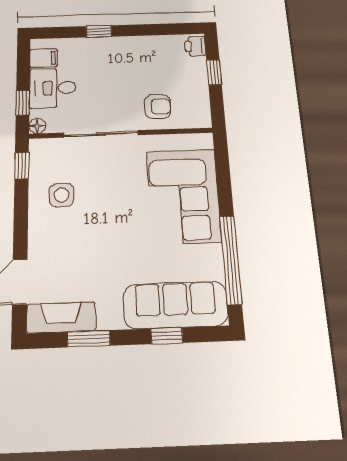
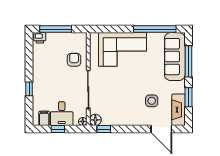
window: (214, 72) -> (56, 29), width x2.17
window: (23, 103) -> (58, 129), moved
floor lamp: (40, 149) -> (95, 120), added
side table: (61, 195) -> (152, 101), moved
window: (167, 336) -> (188, 61), width x2.17

